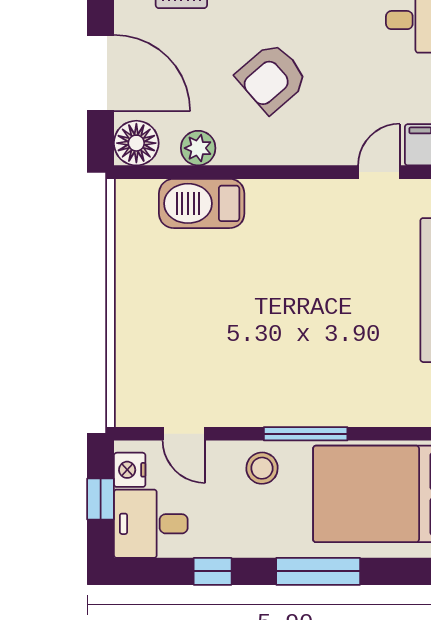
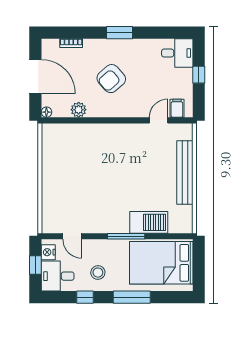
floor lamp: (136, 143) -> (46, 112), width x0.53, depth x0.53
barbecue: (202, 203) -> (149, 222), moved, turned 180
stool: (262, 468) -> (98, 273), moved

